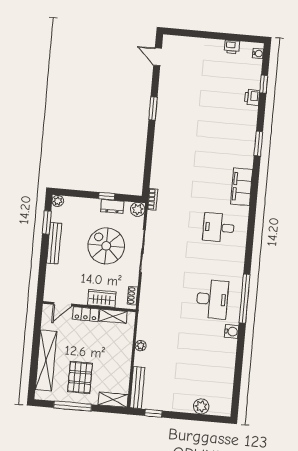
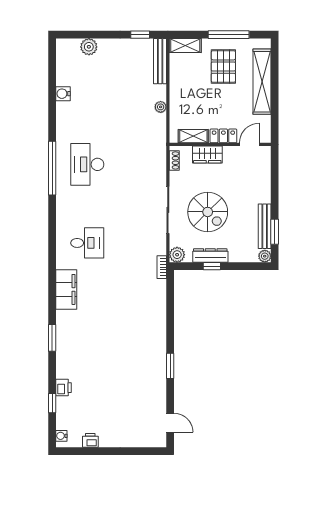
dresser: (112, 206) -> (210, 255), width x1.44
bench: (54, 243) -> (265, 226), moved
water cooler: (232, 332) -> (63, 94), moved

